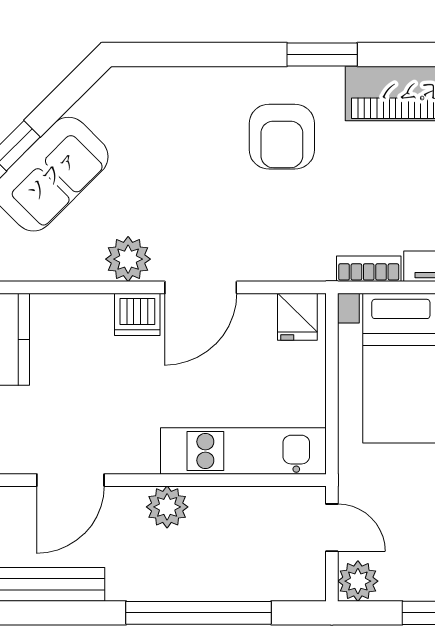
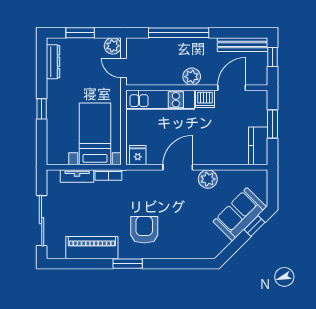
dishwasher: (137, 314) -> (205, 99), moved, turned 180

